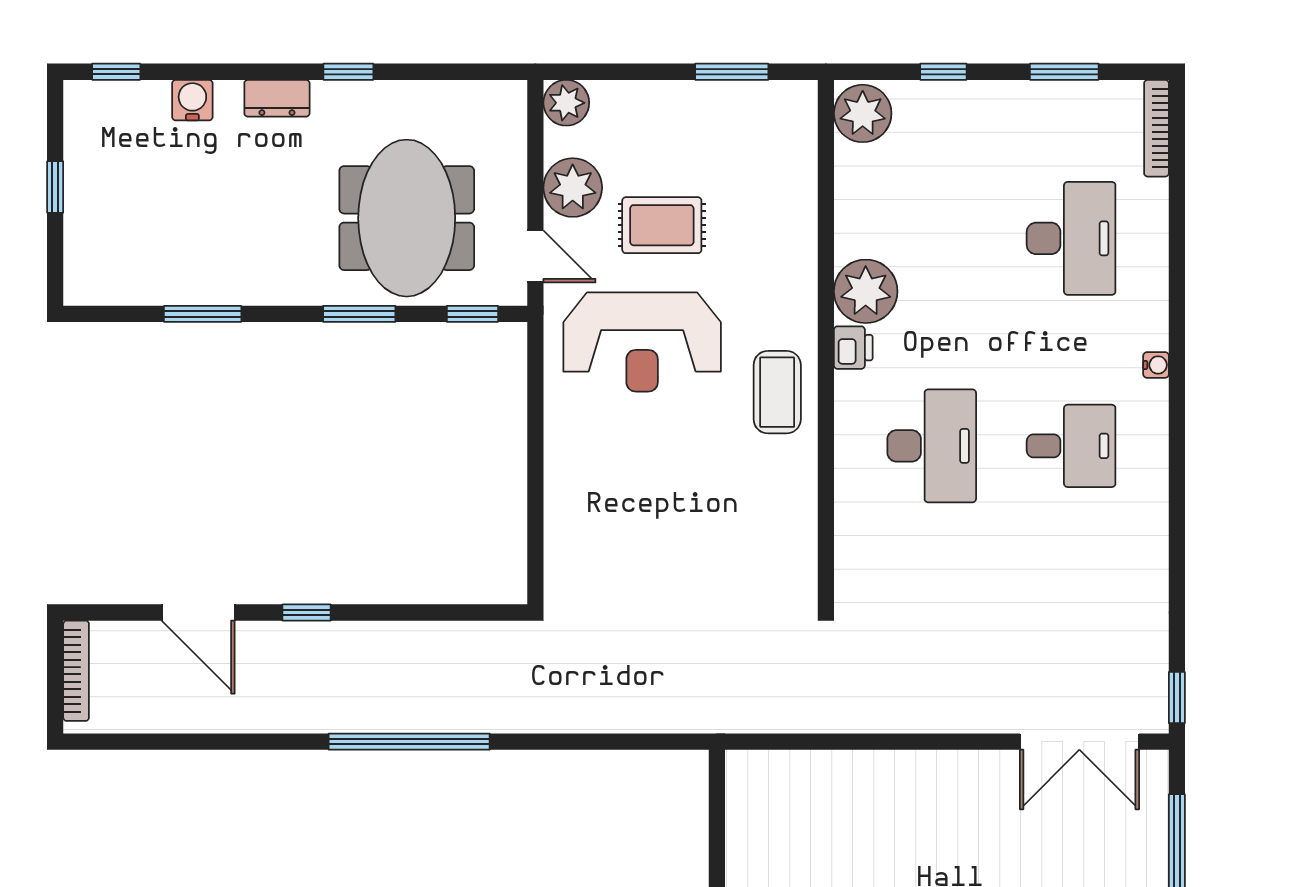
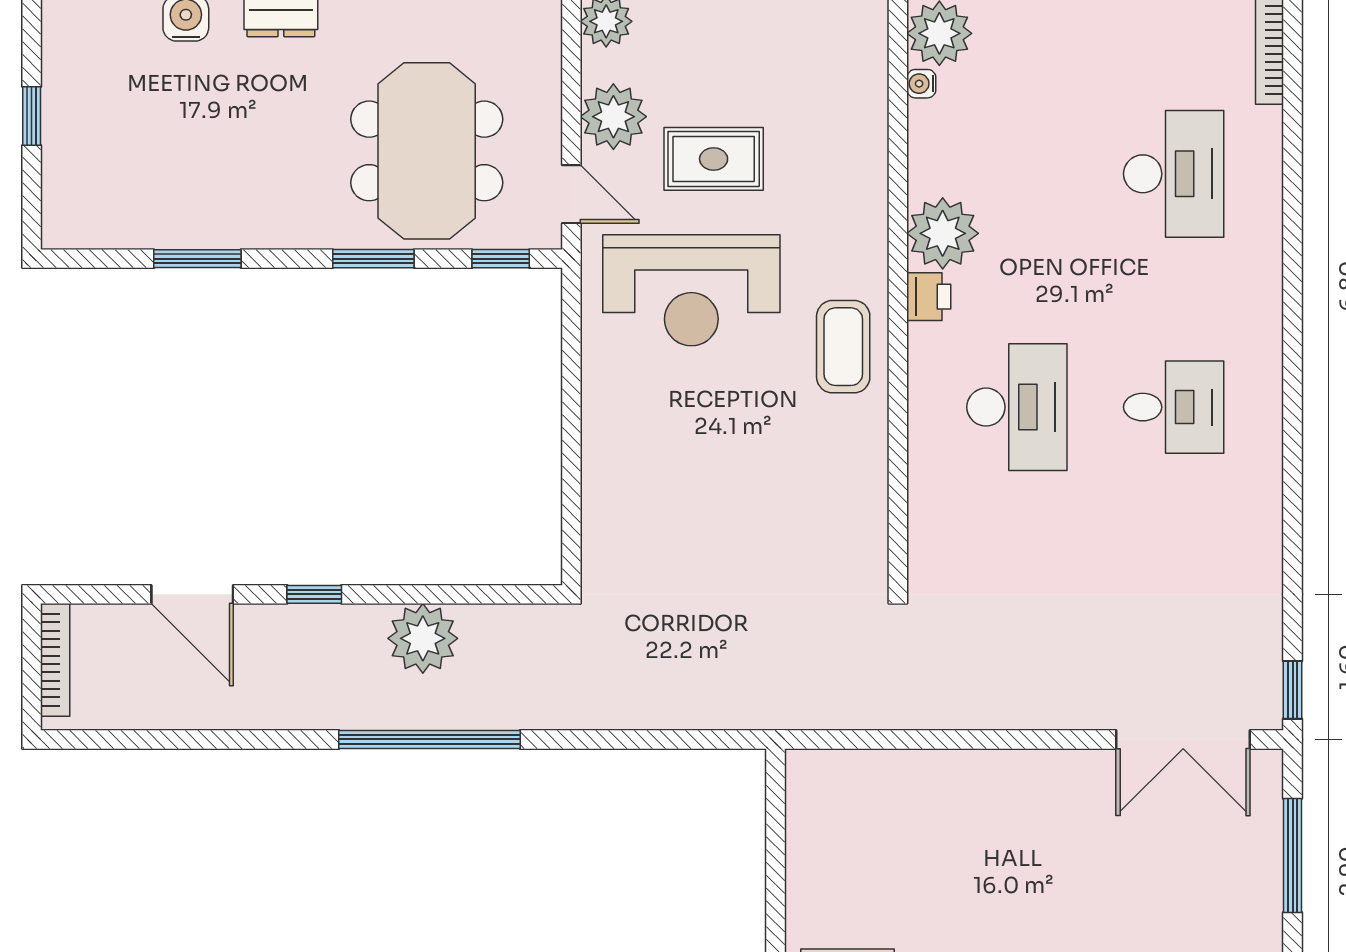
water cooler: (1156, 365) -> (921, 84), moved, turned 180
plant: (403, 652) -> (423, 638), added

